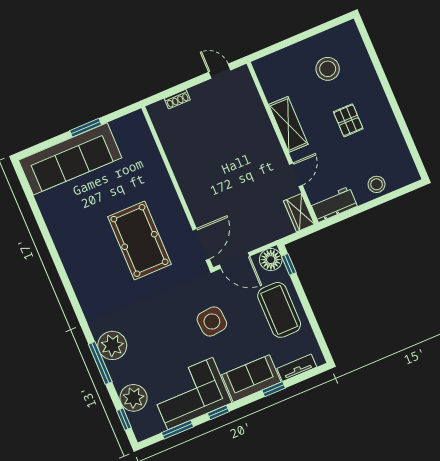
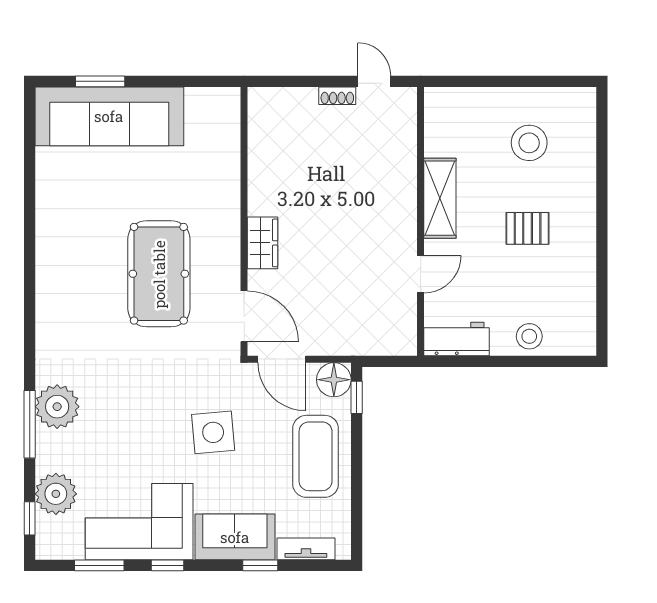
shoe rack: (177, 99) -> (337, 96), moved
pallet: (348, 120) -> (528, 228), turned 90
window: (86, 128) -> (100, 81), moved
wardrobe: (299, 213) -> (262, 243), moved, turned 180
door: (201, 244) -> (244, 316), hinge flipped

